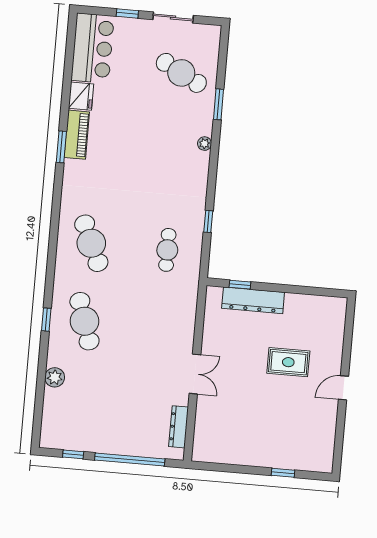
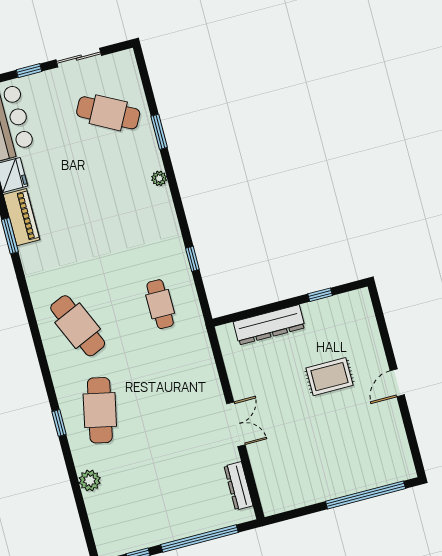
window: (240, 285) -> (320, 295), moved
cafe table: (84, 321) -> (100, 410), turned 30
window: (283, 473) -> (366, 495), width x3.17

